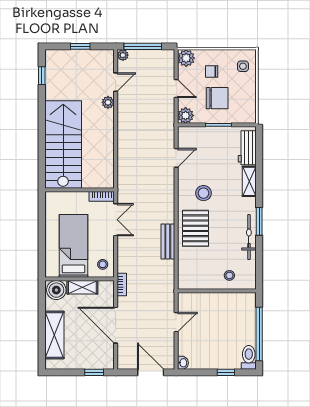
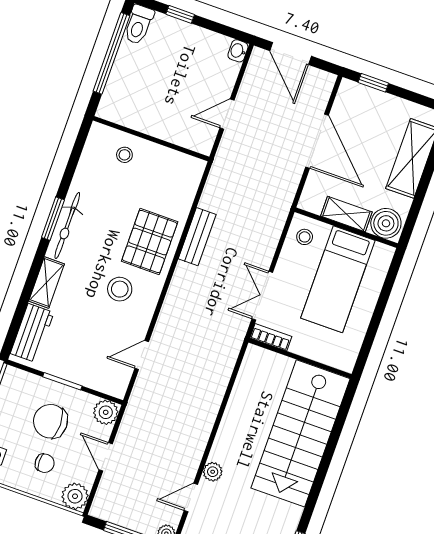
bicycle: (249, 237) -> (67, 226), moved
bookcase: (122, 284) -> (287, 198), removed

